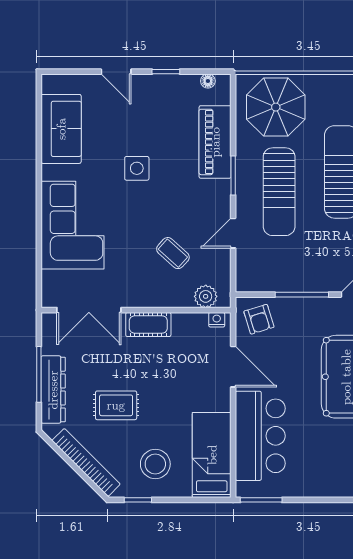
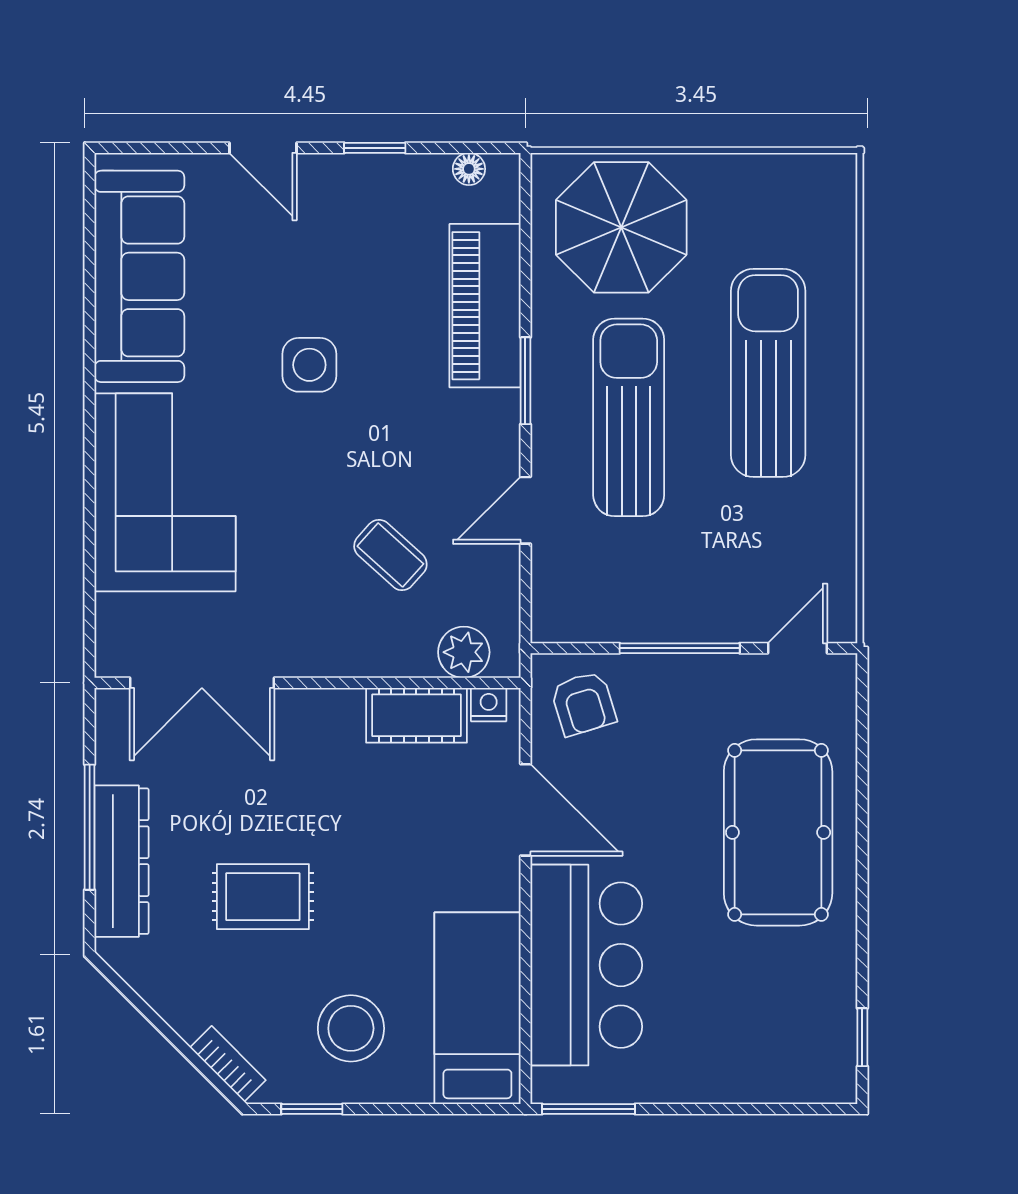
sofa: (61, 129) -> (139, 276), width x1.36
sun lounger: (279, 192) -> (629, 417), turned 180
cot: (148, 324) -> (416, 715), moved
bookcase: (86, 462) -> (228, 1064), width x0.43, depth x0.76

